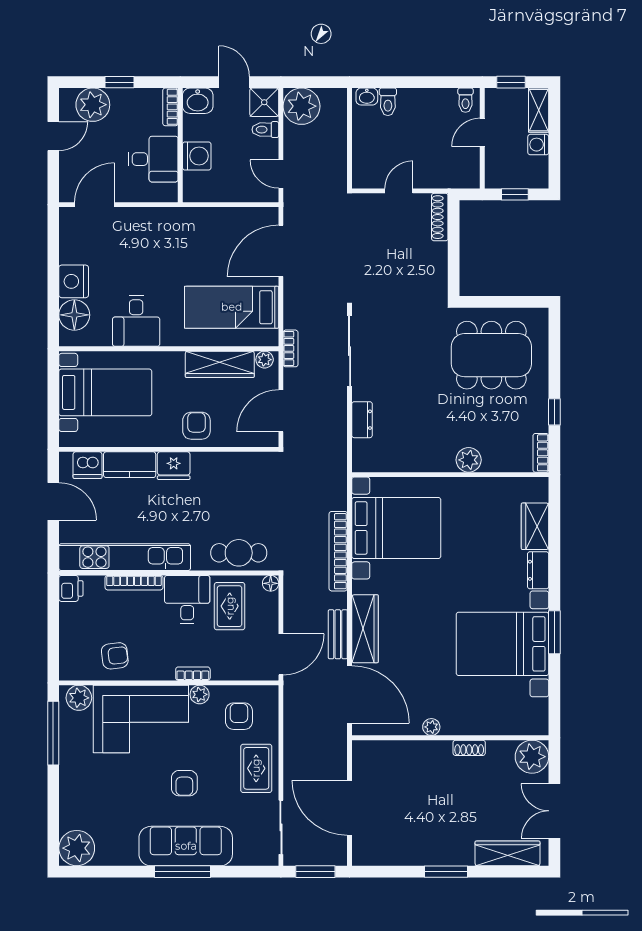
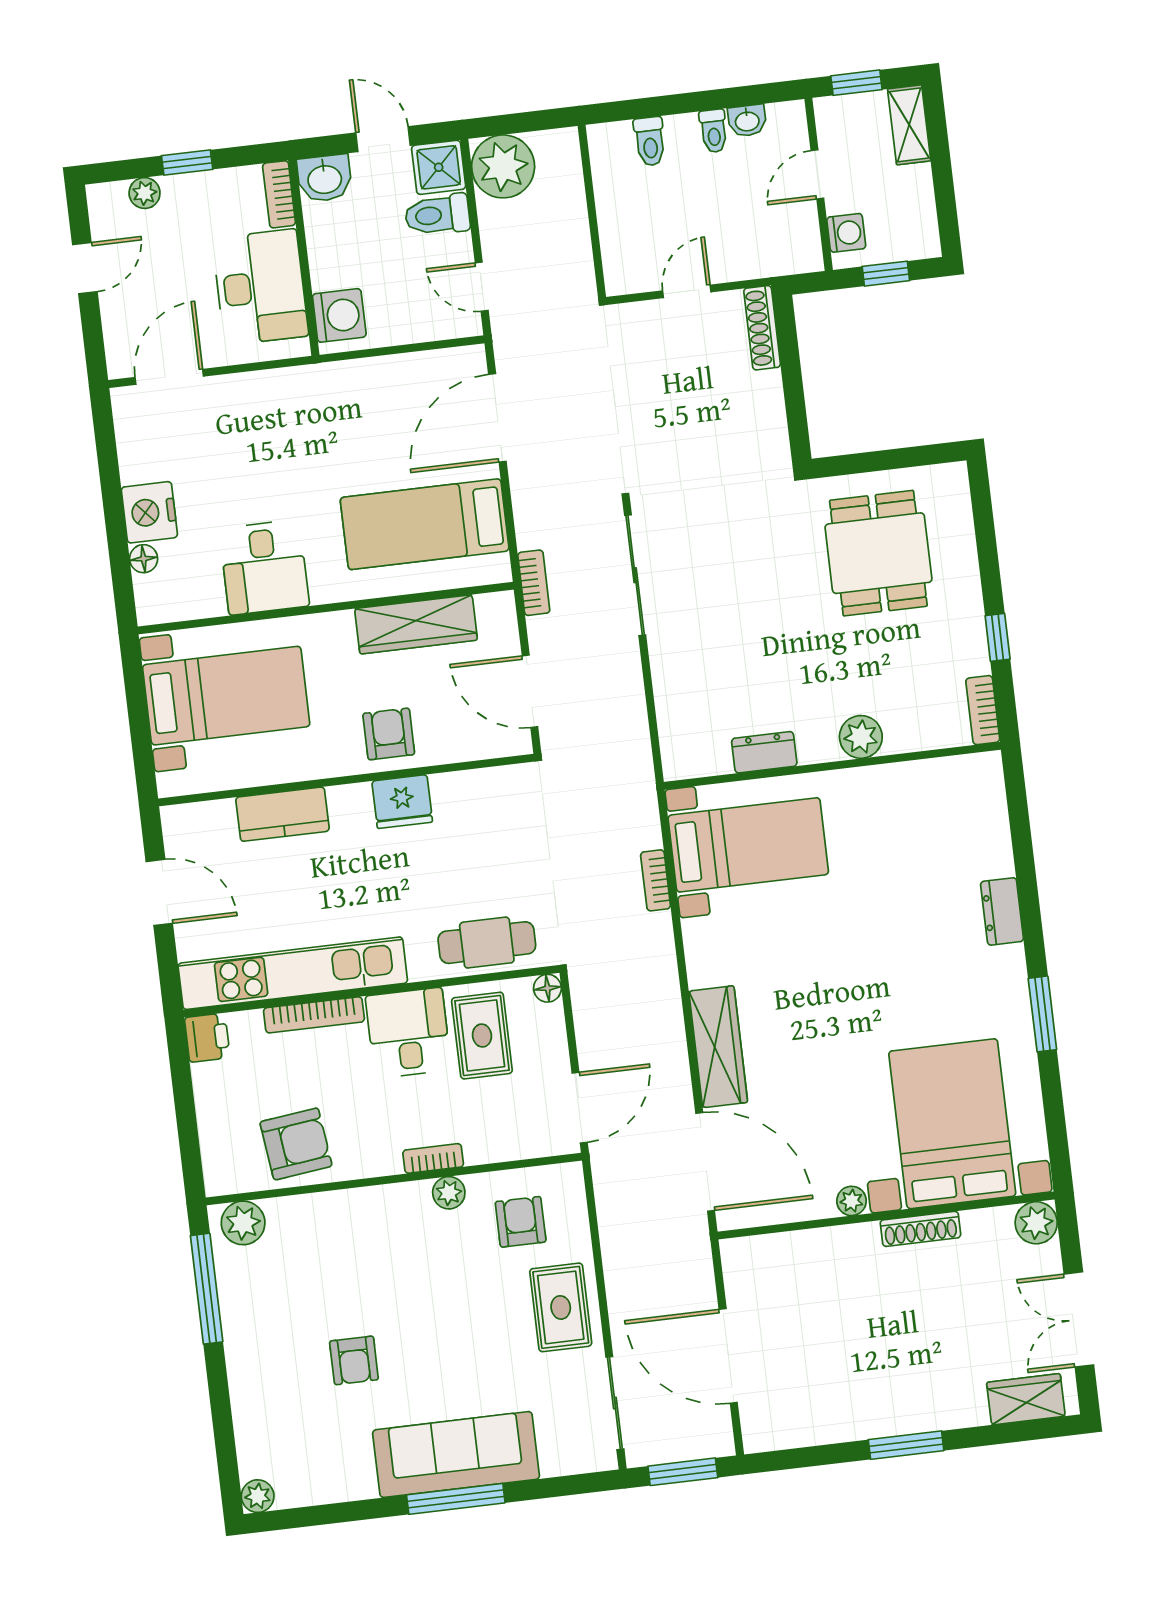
washbasin: (367, 97) -> (747, 121), moved
toilet: (465, 100) -> (714, 131), moved
plant: (93, 105) -> (145, 193), width x0.53, depth x0.53
toilet: (265, 130) -> (437, 215), width x1.37, depth x1.39
washing machine: (538, 145) -> (846, 233), moved, turned 180
washing machine: (197, 156) -> (339, 315), moved
desk: (153, 159) -> (260, 287), width x1.37
floor lamp: (74, 315) -> (144, 559), width x0.53, depth x0.53
dining table: (491, 355) -> (878, 553), width x0.73
plant: (265, 360) -> (492, 607), removed
door: (281, 411) -> (530, 691), hinge flipped
dresser: (362, 420) -> (764, 752), moved, turned -90
dishwasher: (87, 465) -> (210, 824), removed
fridge: (174, 466) -> (402, 802), moved
wardrobe: (535, 526) -> (988, 837), removed
bed with nightstands: (396, 528) -> (748, 845), width x0.73
bookcase: (338, 551) -> (656, 880), width x0.43, depth x0.76
bench: (338, 634) -> (673, 1062), removed
bed with nightstands: (502, 644) -> (952, 1124), moved, turned 90
armchair: (115, 656) -> (296, 1144), width x1.38, depth x1.38
corner sofa: (141, 719) -> (353, 1247), removed
shoe rack: (469, 748) -> (920, 1229), width x1.43
plant: (532, 757) -> (1036, 1223), width x0.73, depth x0.73
armchair: (184, 783) -> (354, 1360), moved
plant: (77, 848) -> (258, 1496), width x0.53, depth x0.53
wardrobe: (507, 853) -> (1026, 1399), width x0.67

